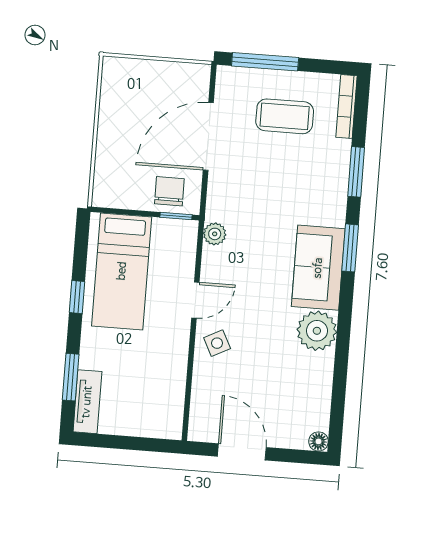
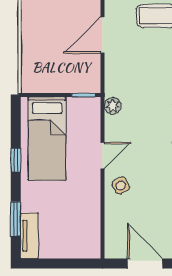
door: (208, 136) -> (102, 35), width x0.73
chair: (169, 191) -> (77, 77), removed

